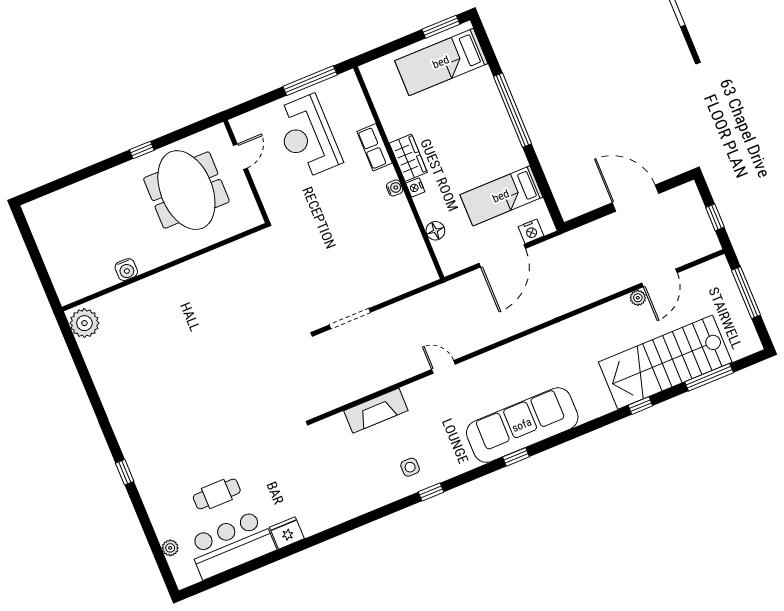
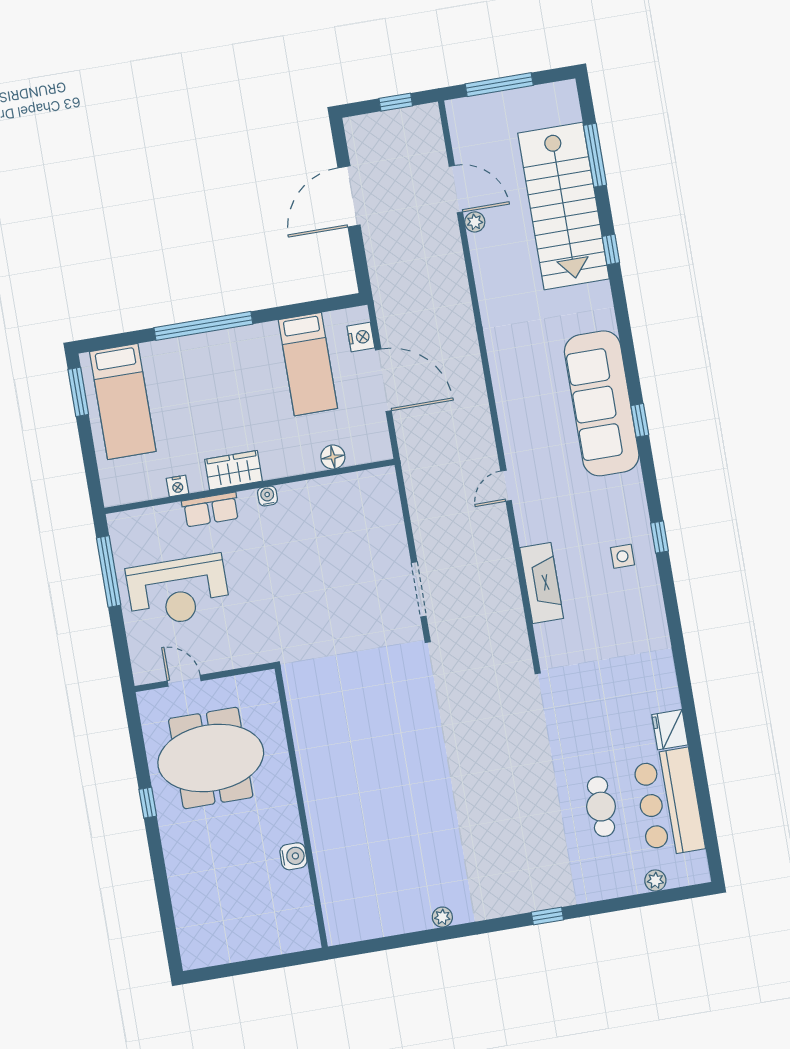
nightstand: (415, 187) -> (178, 486), moved
plant: (84, 323) -> (442, 917), moved, width x0.53, depth x0.53

